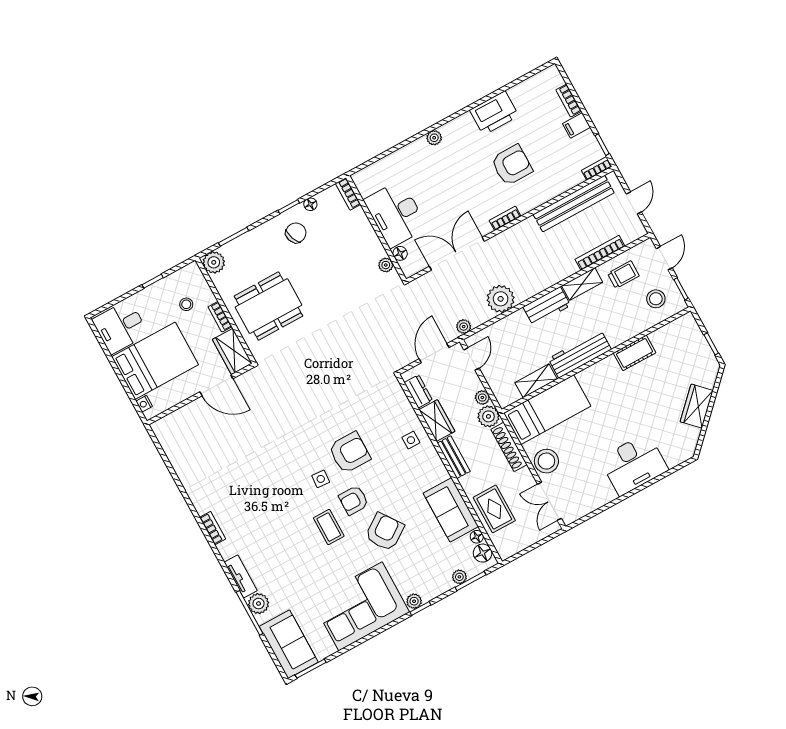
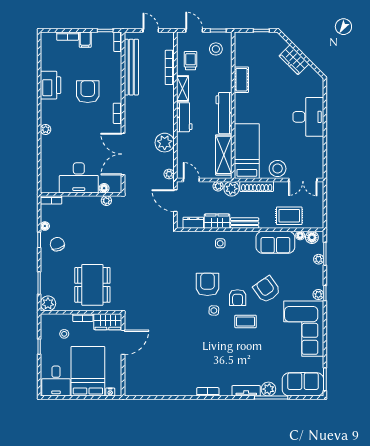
shelving: (536, 381) -> (224, 155), width x1.50, depth x1.33

